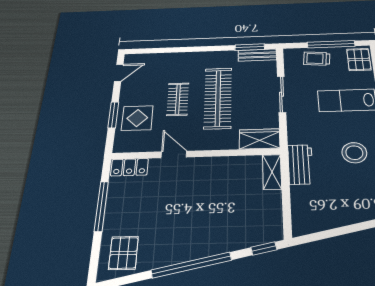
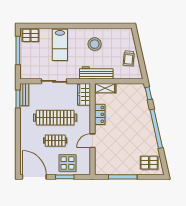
trolley: (317, 59) -> (129, 58), moved
door: (119, 73) -> (34, 177), width x1.87
workbench: (300, 164) -> (96, 73), width x1.38
locker: (129, 167) -> (100, 114), moved

